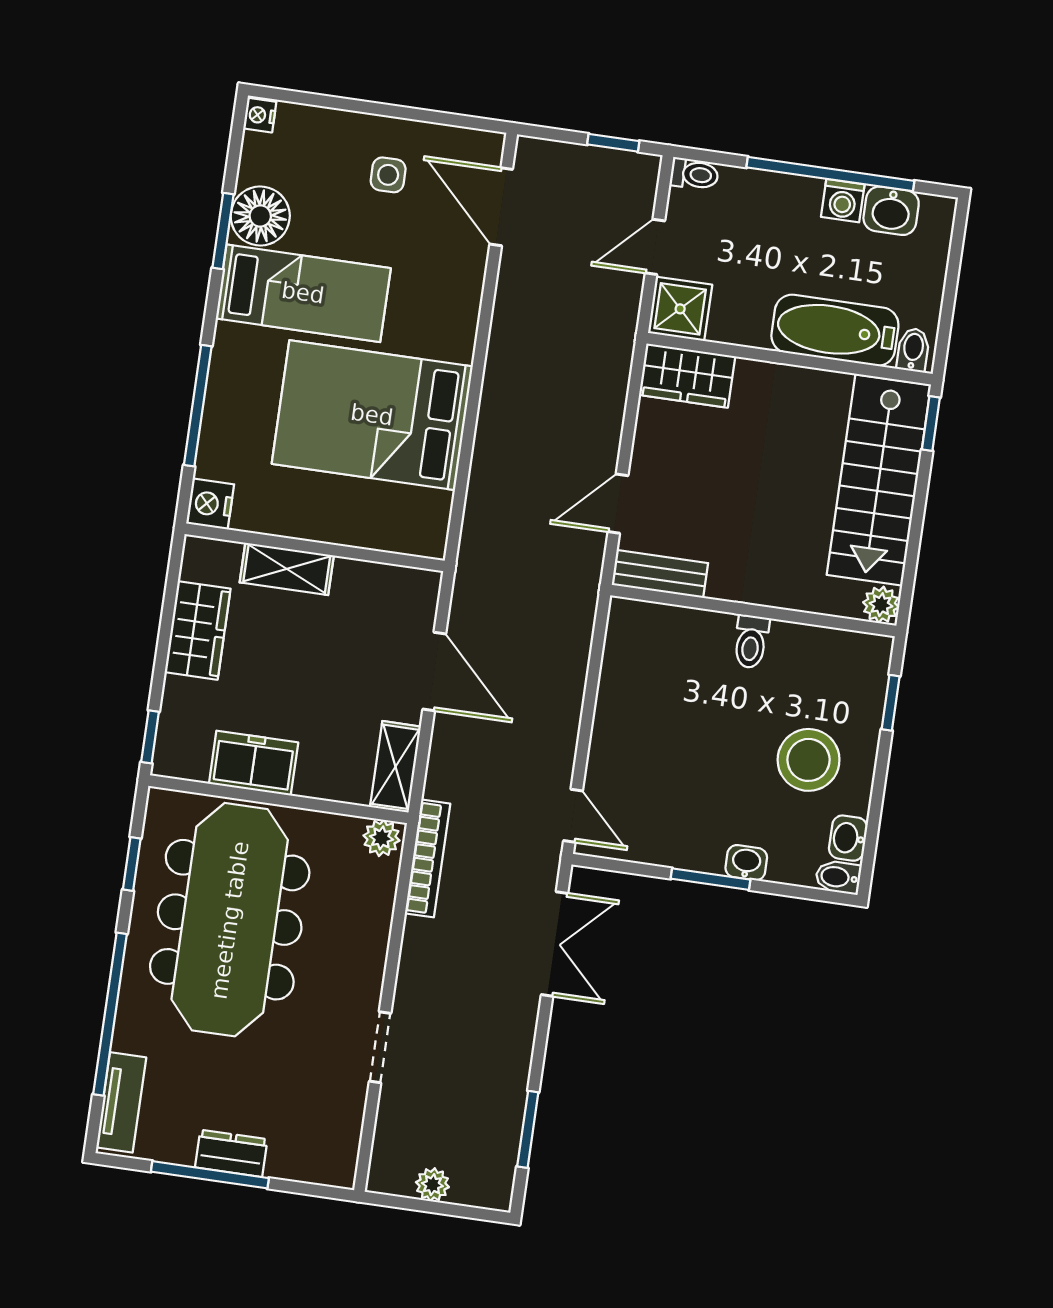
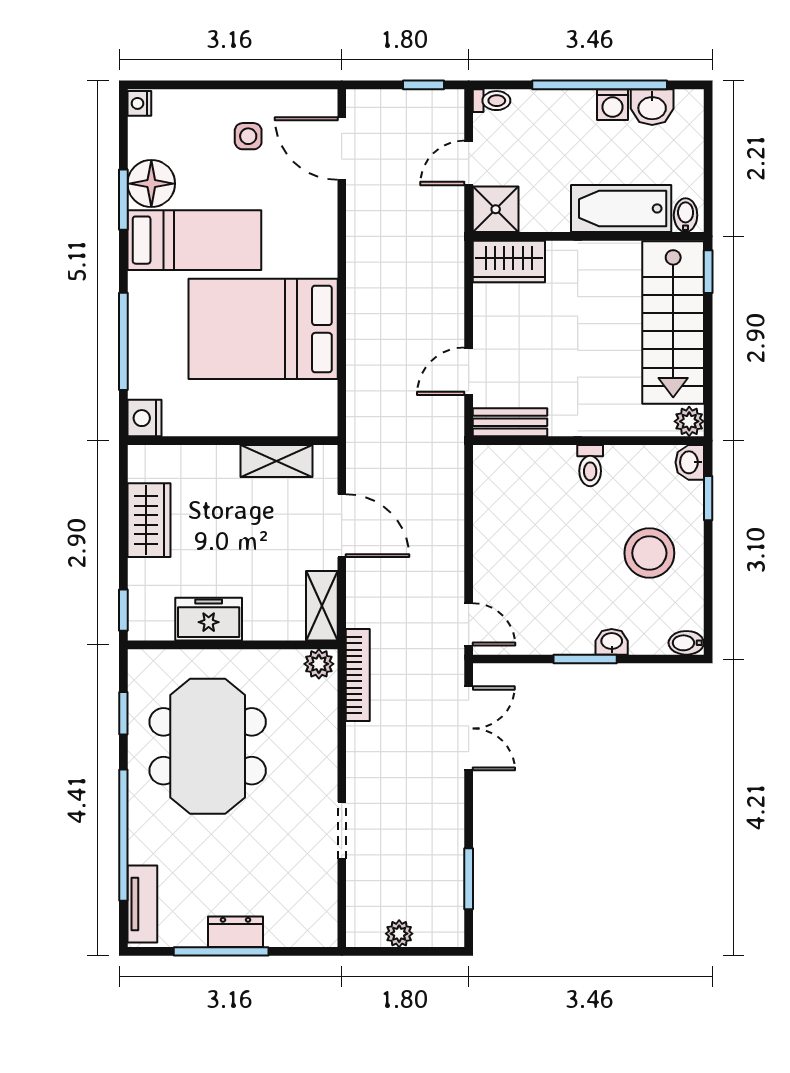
shelving: (287, 569) -> (277, 461), moved
washbasin: (848, 838) -> (690, 462), moved
meeting table: (230, 920) -> (208, 746), width x0.73

